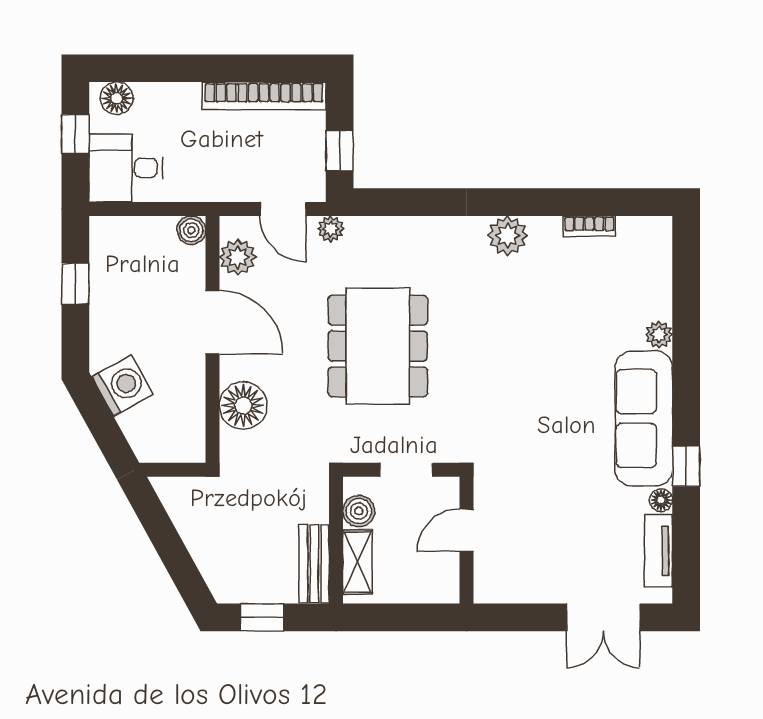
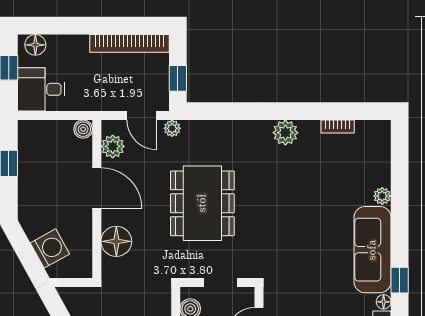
washing machine: (122, 386) -> (50, 248), moved

